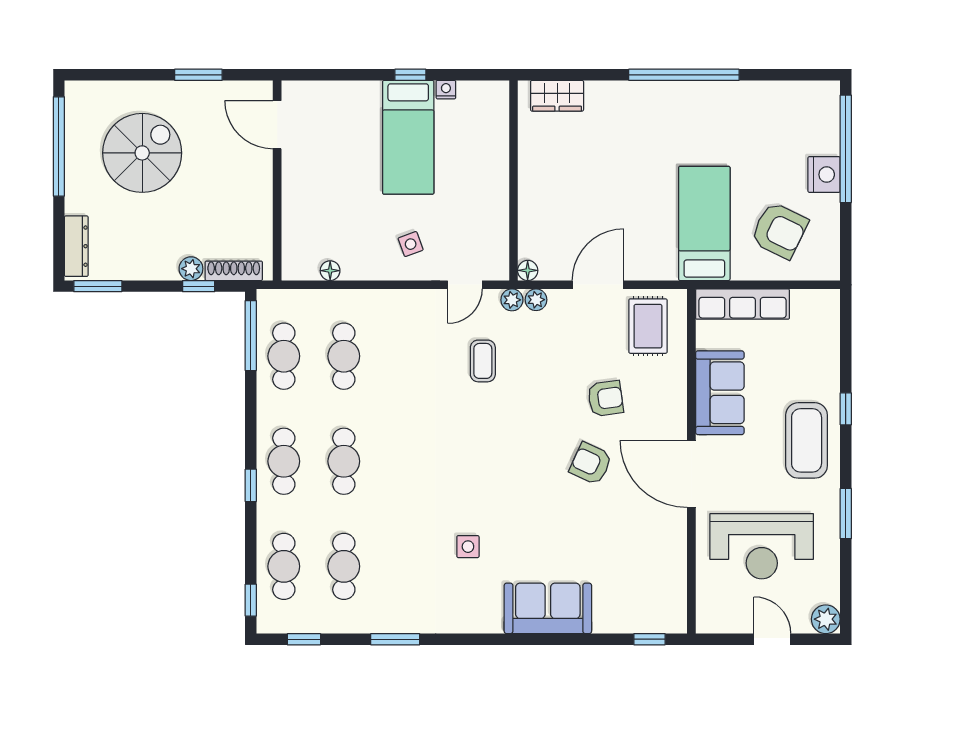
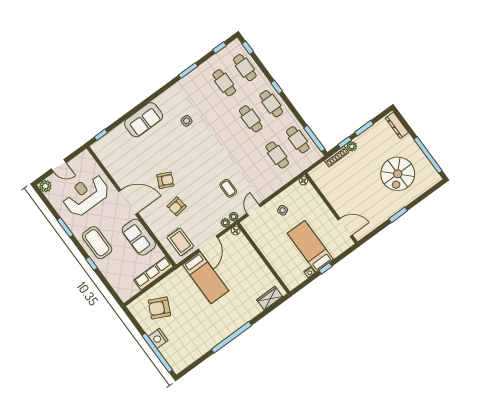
door: (277, 125) -> (345, 227), moved
wall: (277, 180) -> (331, 208), moved
bed: (704, 223) -> (206, 278), moved
window: (98, 286) -> (364, 128), moved

